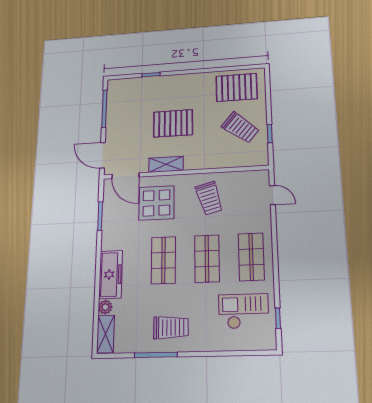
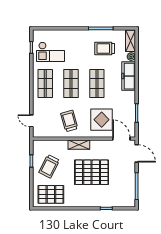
pallet: (173, 123) -> (92, 172), width x1.37, depth x1.41
trolley: (240, 128) -> (49, 166), turned -102
shelving: (166, 164) -> (79, 145), moved
trolley: (171, 327) -> (105, 49), moved

